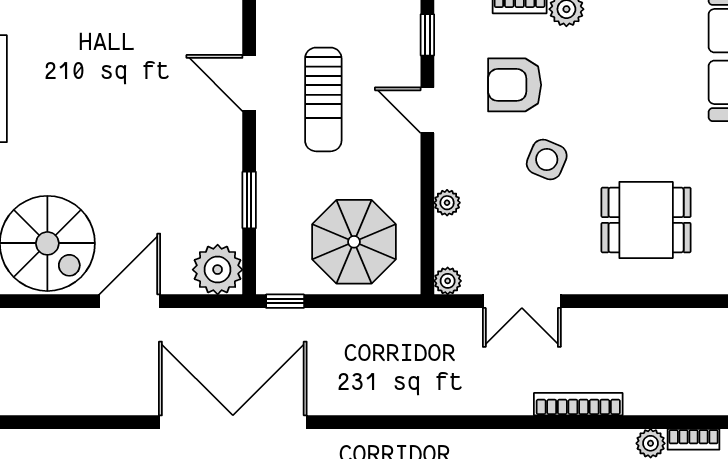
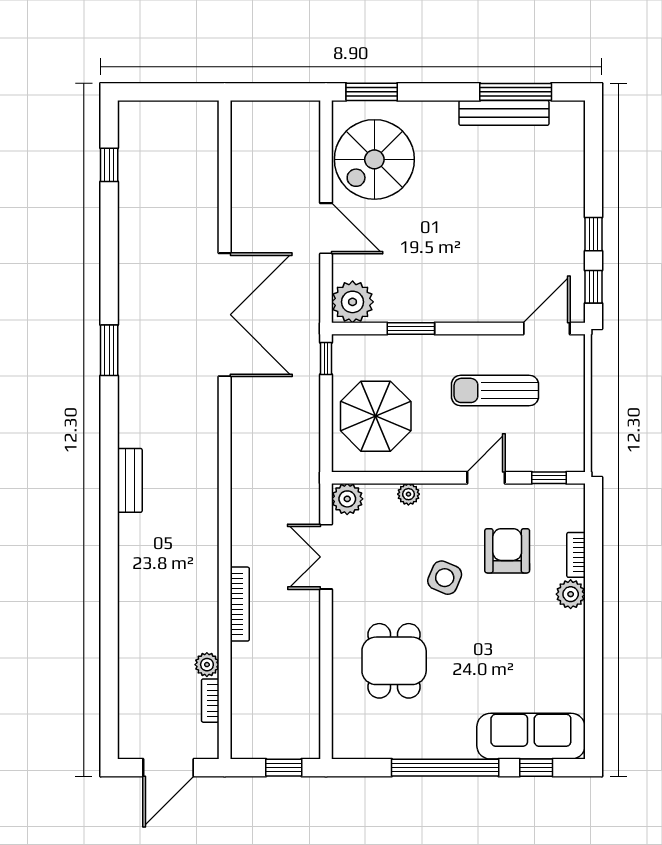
door: (249, 83) -> (547, 328), moved
plant: (448, 281) -> (347, 499), width x1.38, depth x1.38

